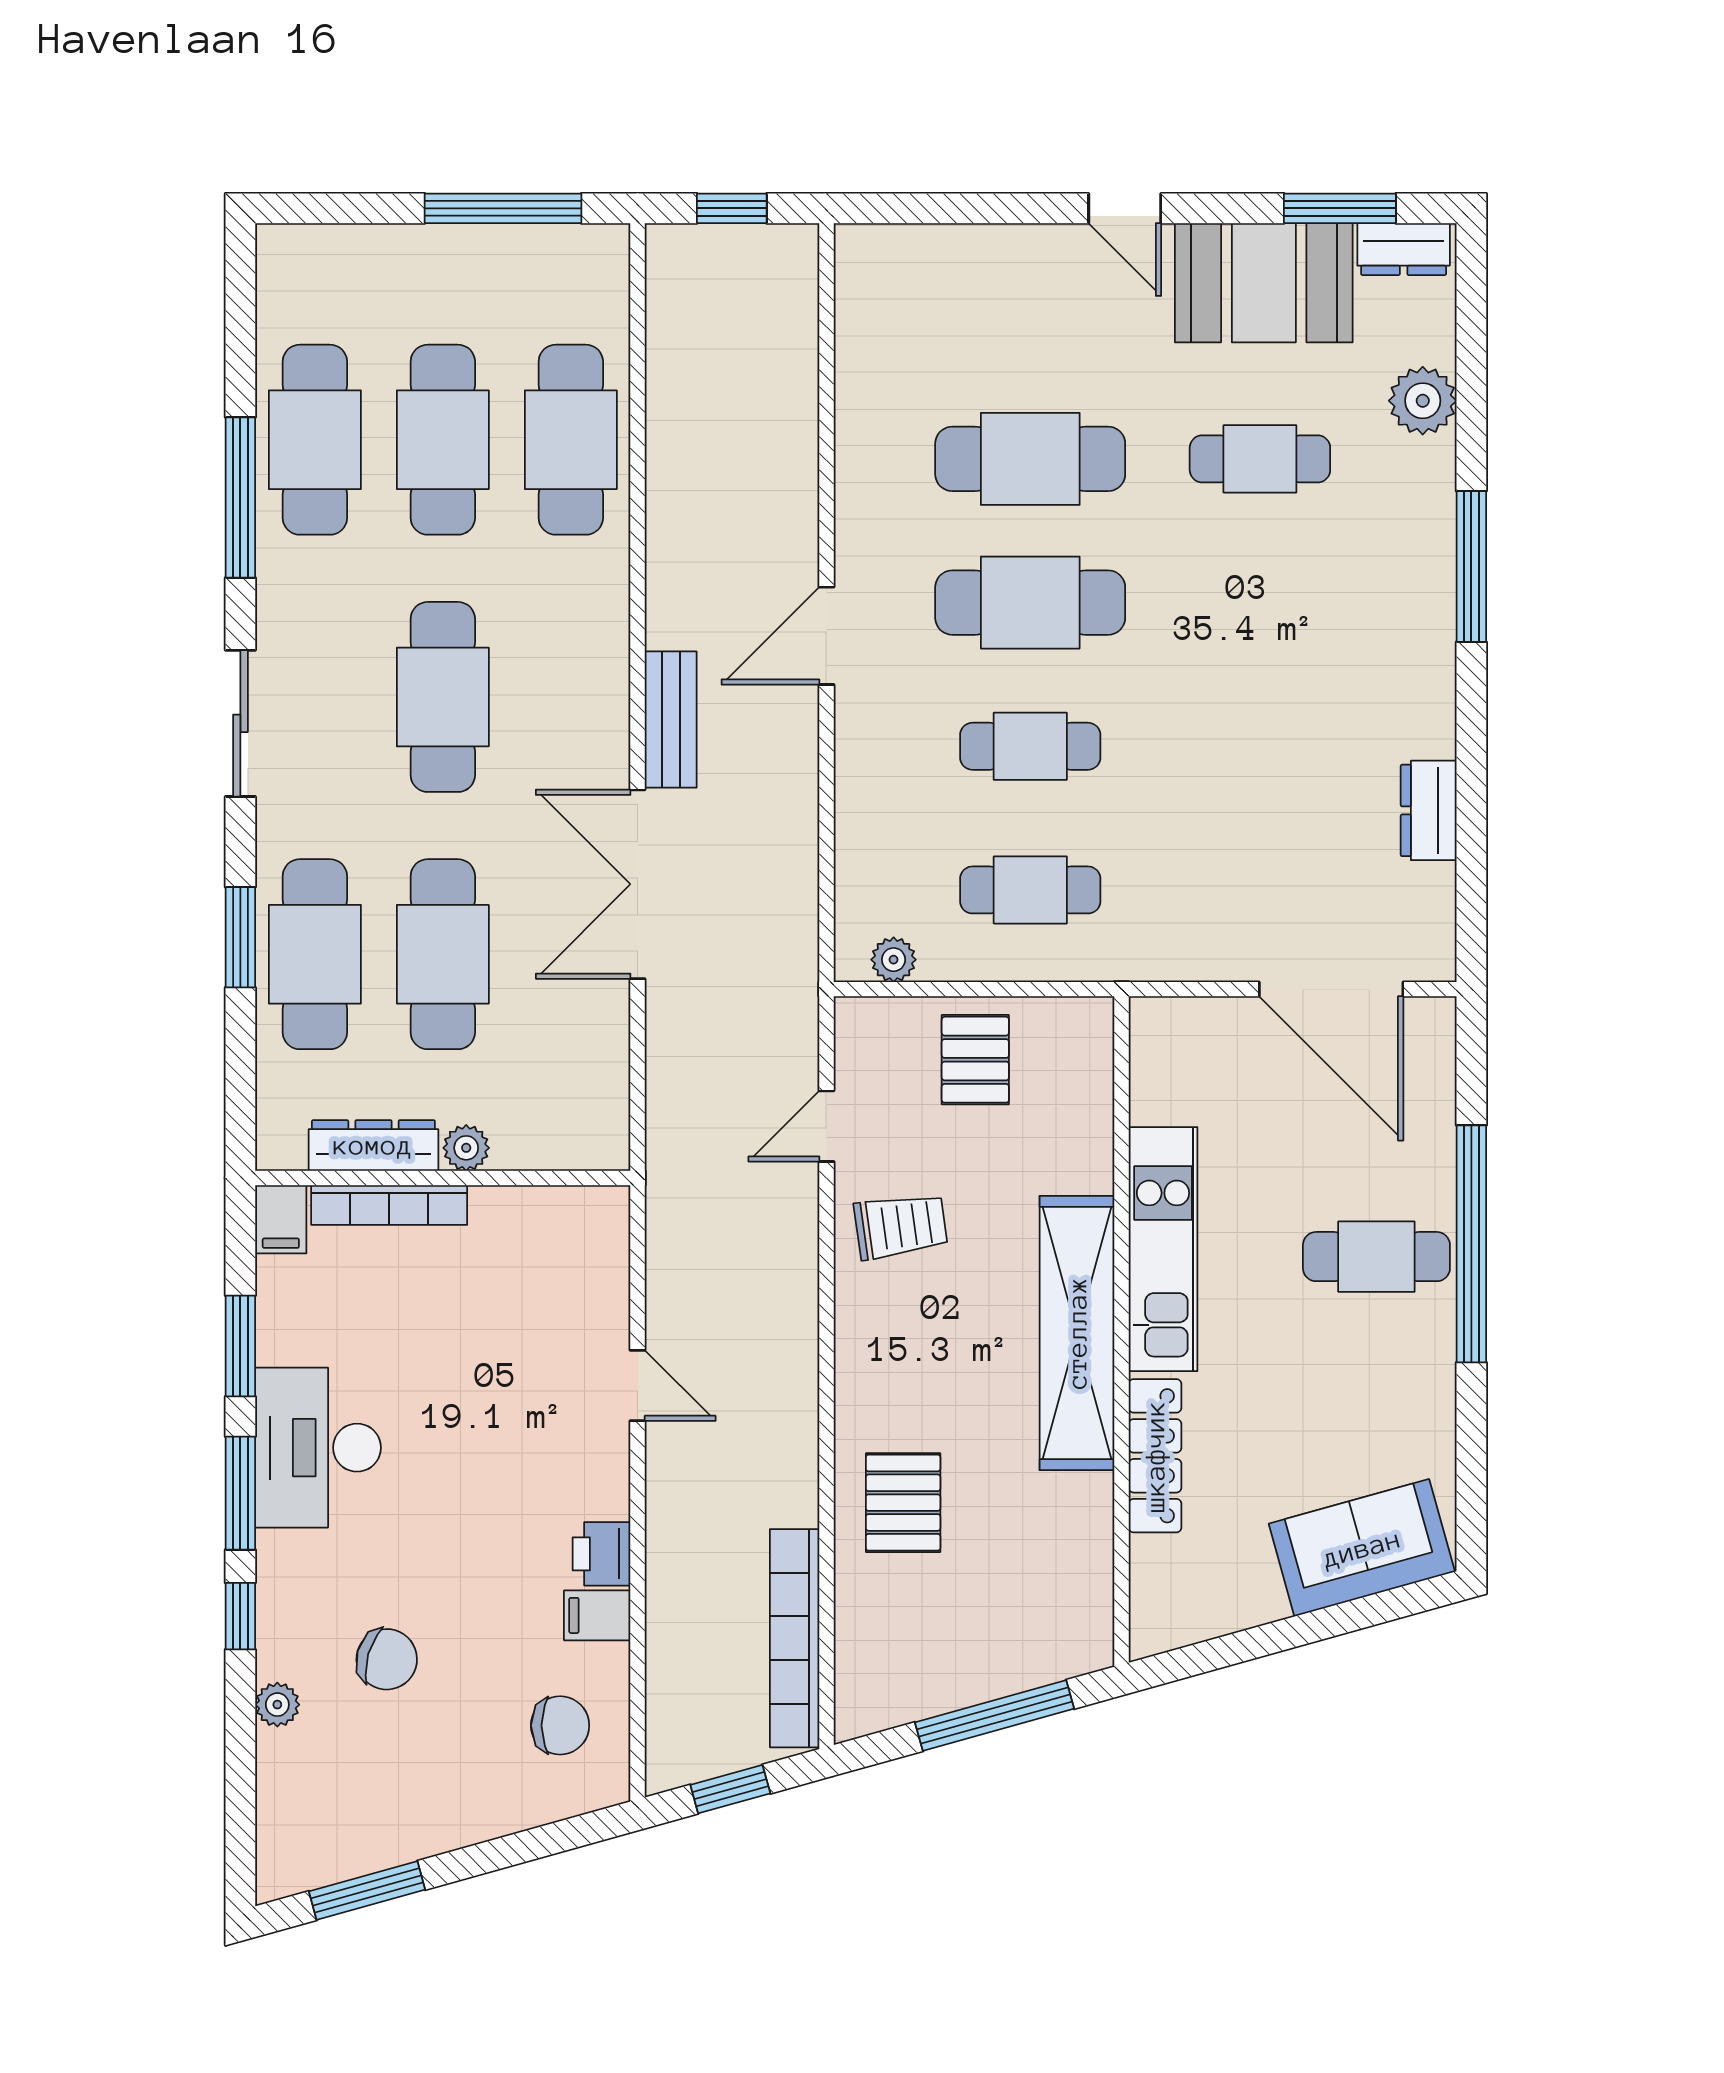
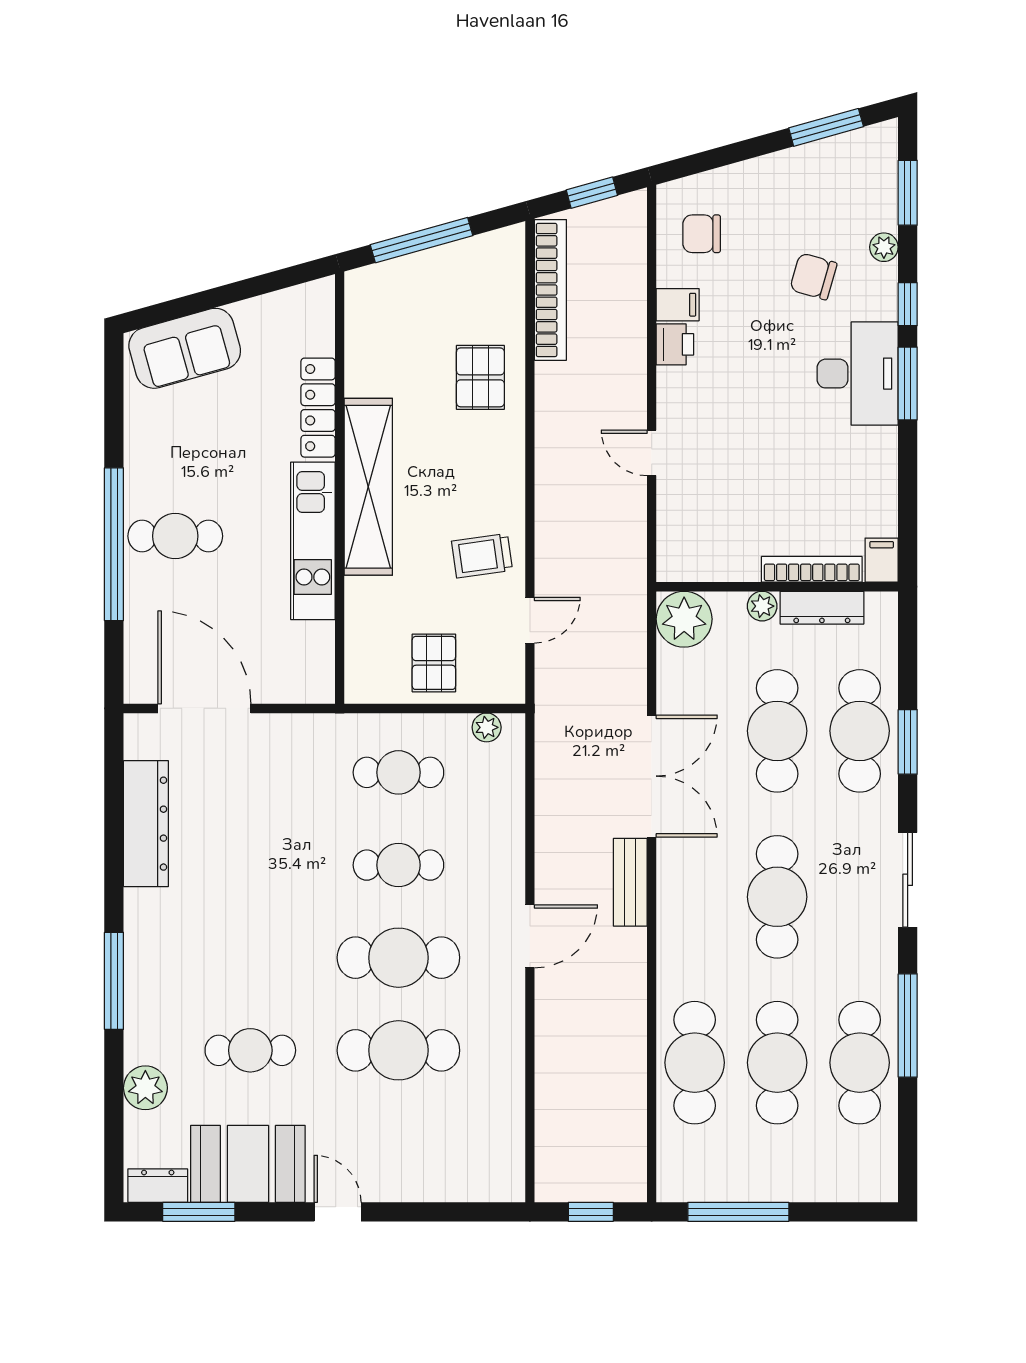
dresser: (1429, 810) -> (146, 824), width x1.96, depth x1.24
plant: (587, 1128) -> (684, 619), added
window: (240, 1346) -> (908, 193), moved
desk: (318, 1448) -> (858, 374), moved

